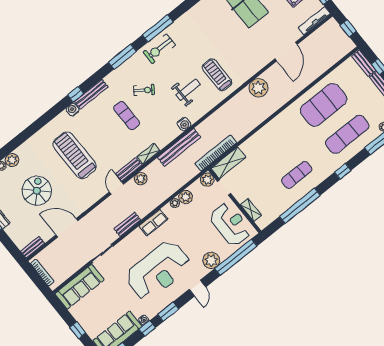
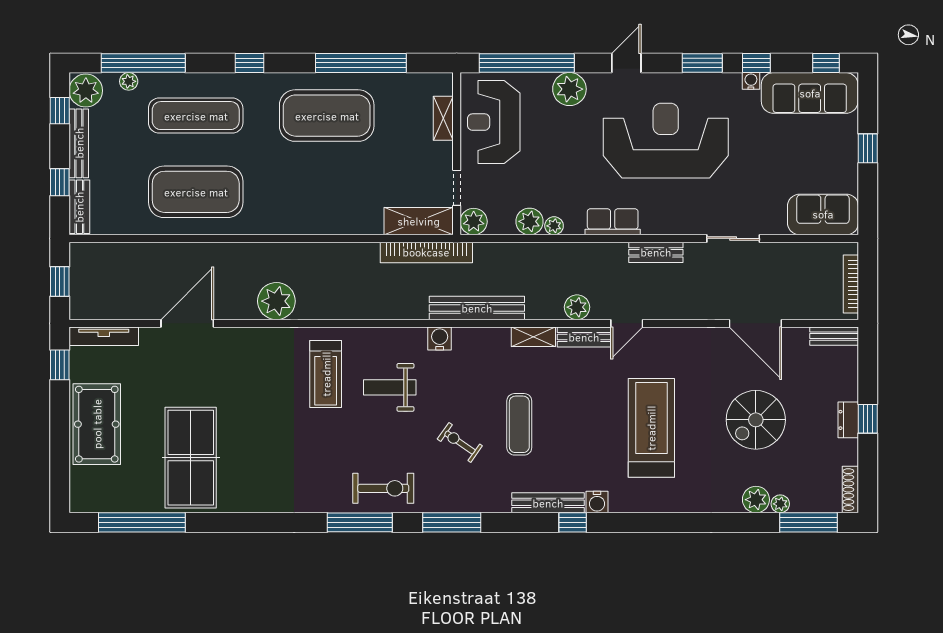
treadmill: (75, 155) -> (651, 428), turned 180
exercise mat: (297, 175) -> (327, 116), width x2.00, depth x1.45
sofa: (80, 287) -> (823, 214), width x0.73

